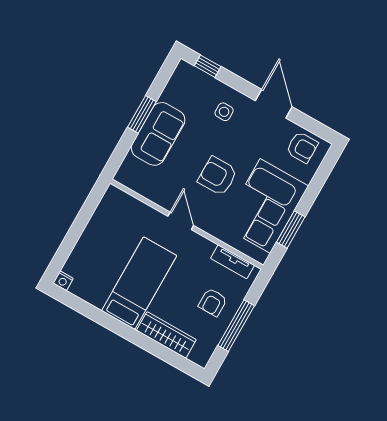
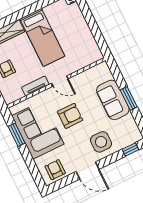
side table: (224, 112) -> (101, 142), width x1.87, depth x1.87
armchair: (302, 147) -> (55, 170), turned 90
tv unit: (232, 262) -> (35, 86), moved

